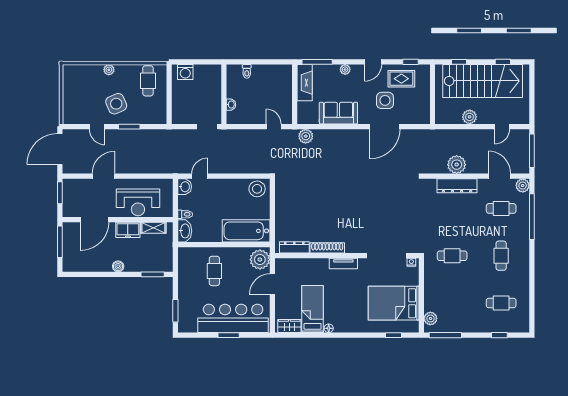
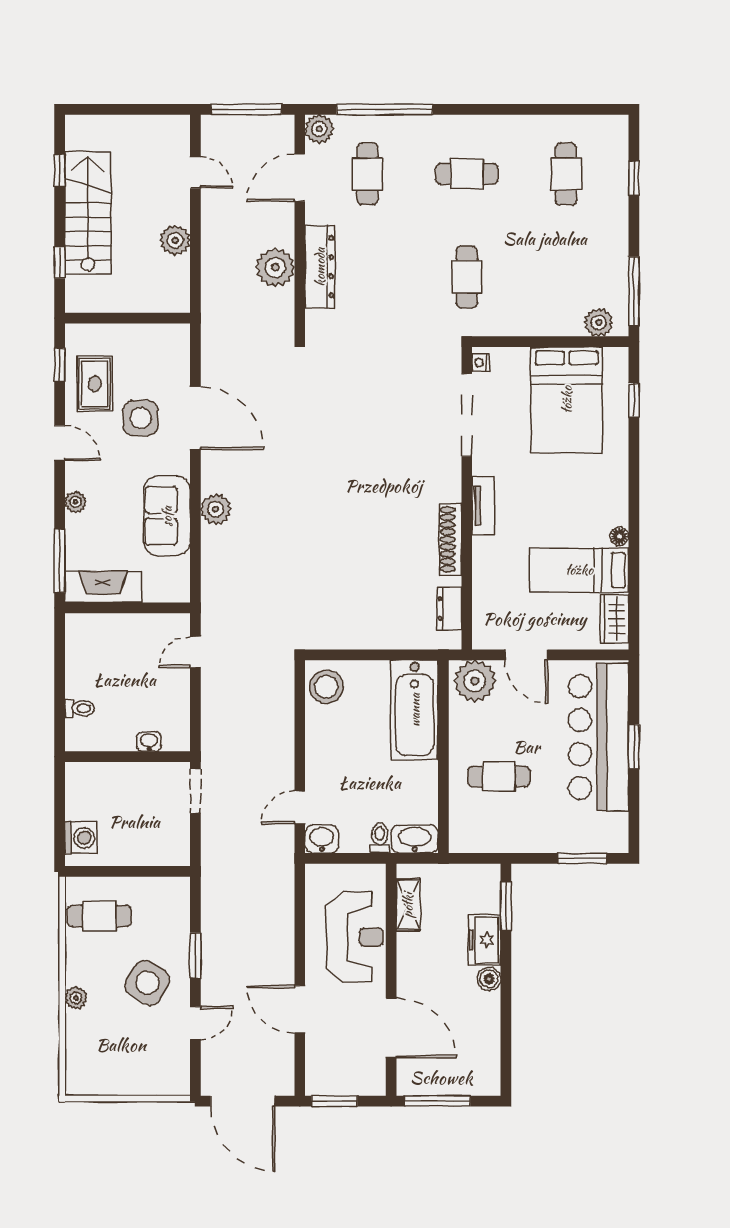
stairs: (483, 81) -> (88, 213), width x0.73, depth x0.66
side table: (116, 104) -> (147, 983), turned -36
plant: (306, 136) -> (216, 509), moved
door: (200, 176) -> (300, 807), hinge flipped
freezer: (128, 230) -> (484, 940), moved, turned 180
dresser: (294, 247) -> (449, 608), width x0.70

